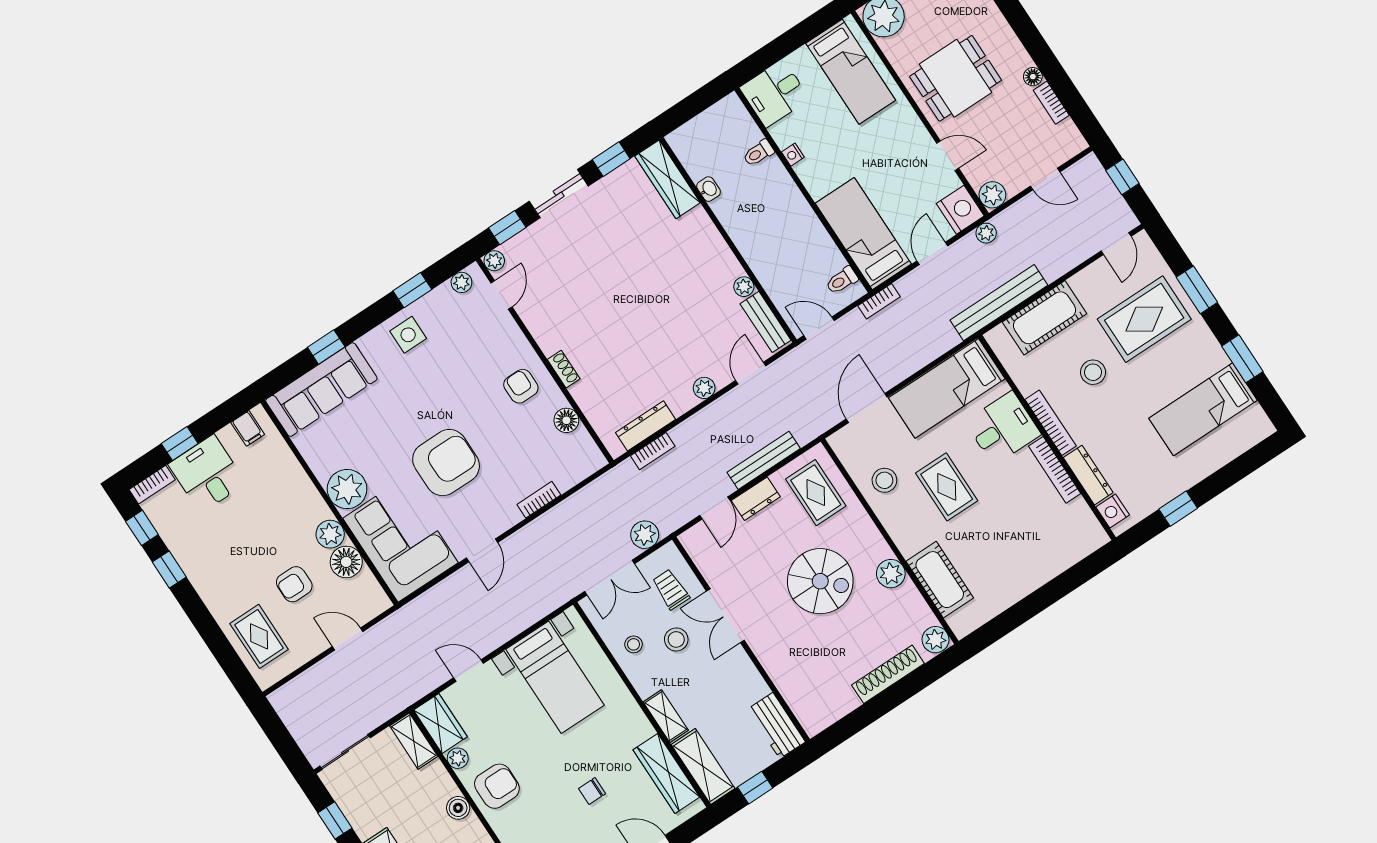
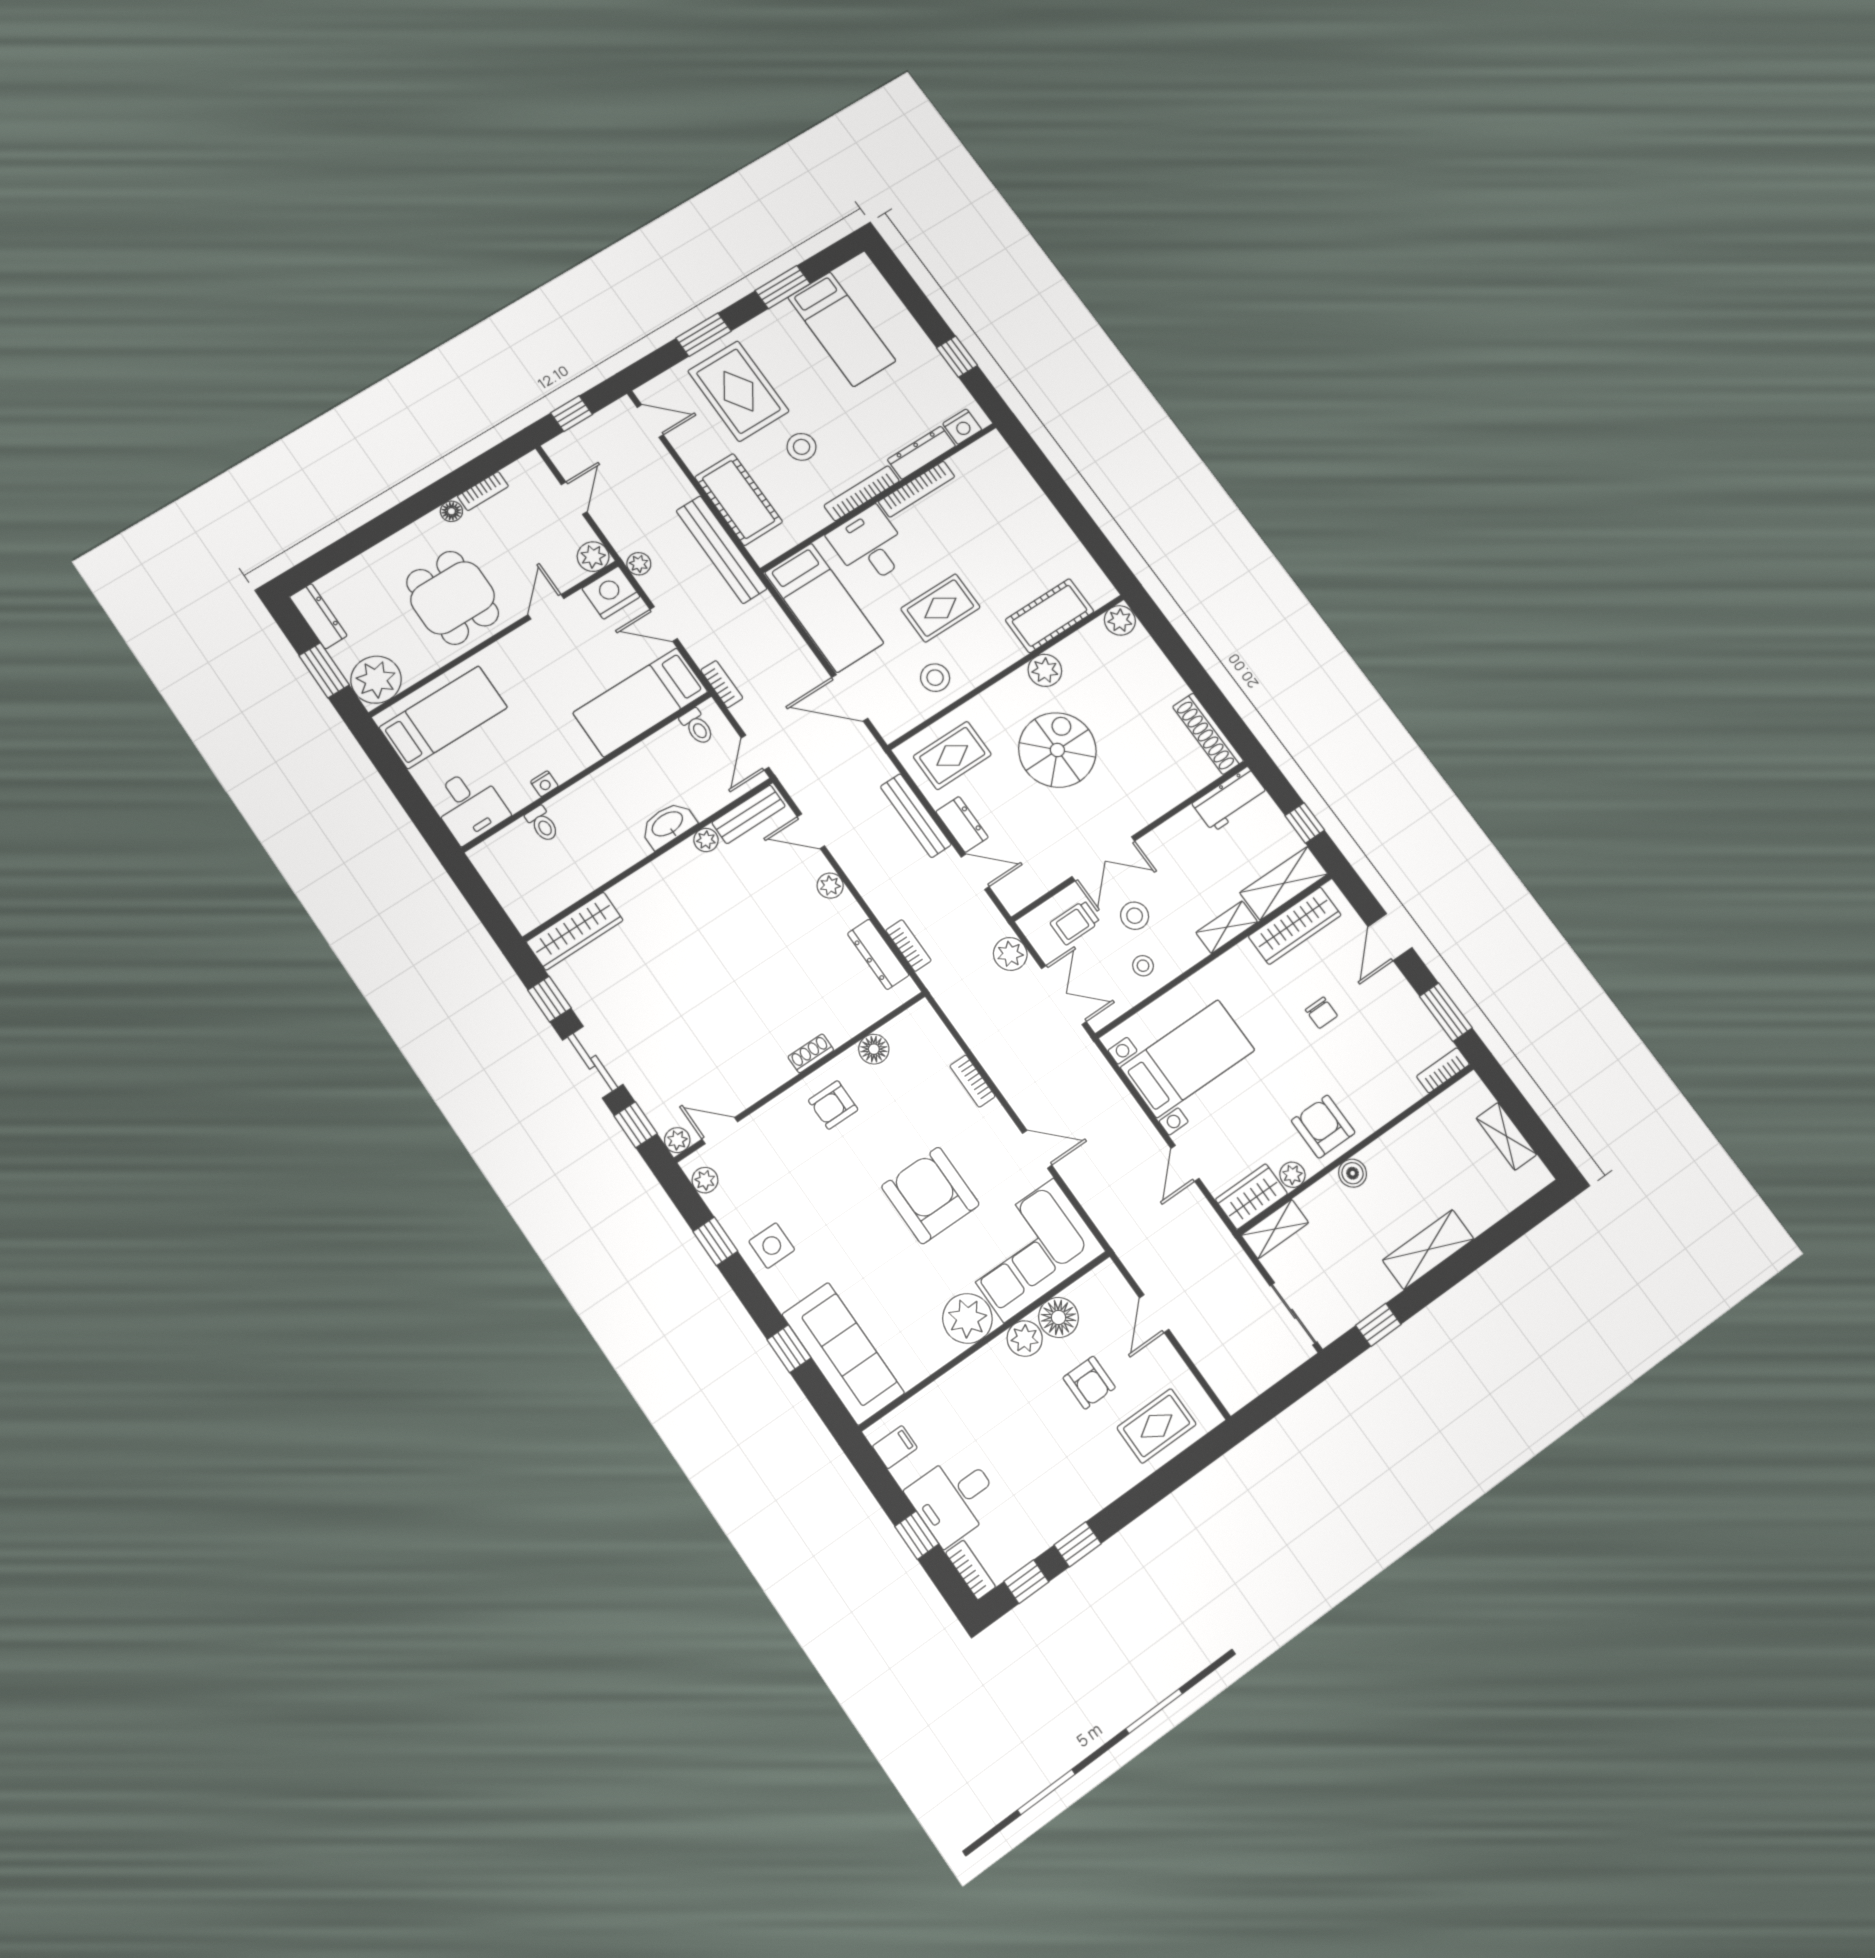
washbasin: (709, 189) -> (668, 825), moved, width x1.91, depth x1.45
shoe rack: (888, 674) -> (1208, 734), moved

